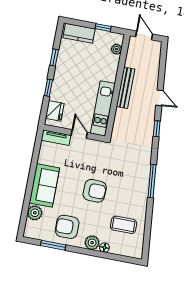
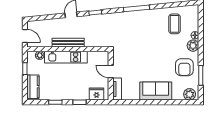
door: (144, 35) -> (25, 36), swing flipped
kitchen unit: (103, 108) -> (66, 57), moved
door: (79, 134) -> (111, 72), hinge flipped
armchair: (95, 191) -> (152, 51), removed
plant: (35, 213) -> (190, 94), moved

